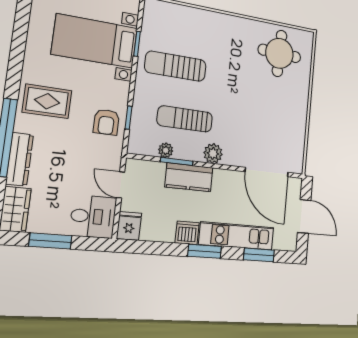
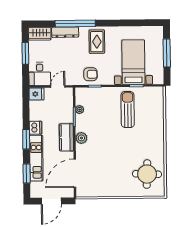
sun lounger: (185, 119) -> (99, 119), removed
armchair: (106, 122) -> (90, 74), turned 180
kitchen counter: (189, 177) -> (66, 137), moved

